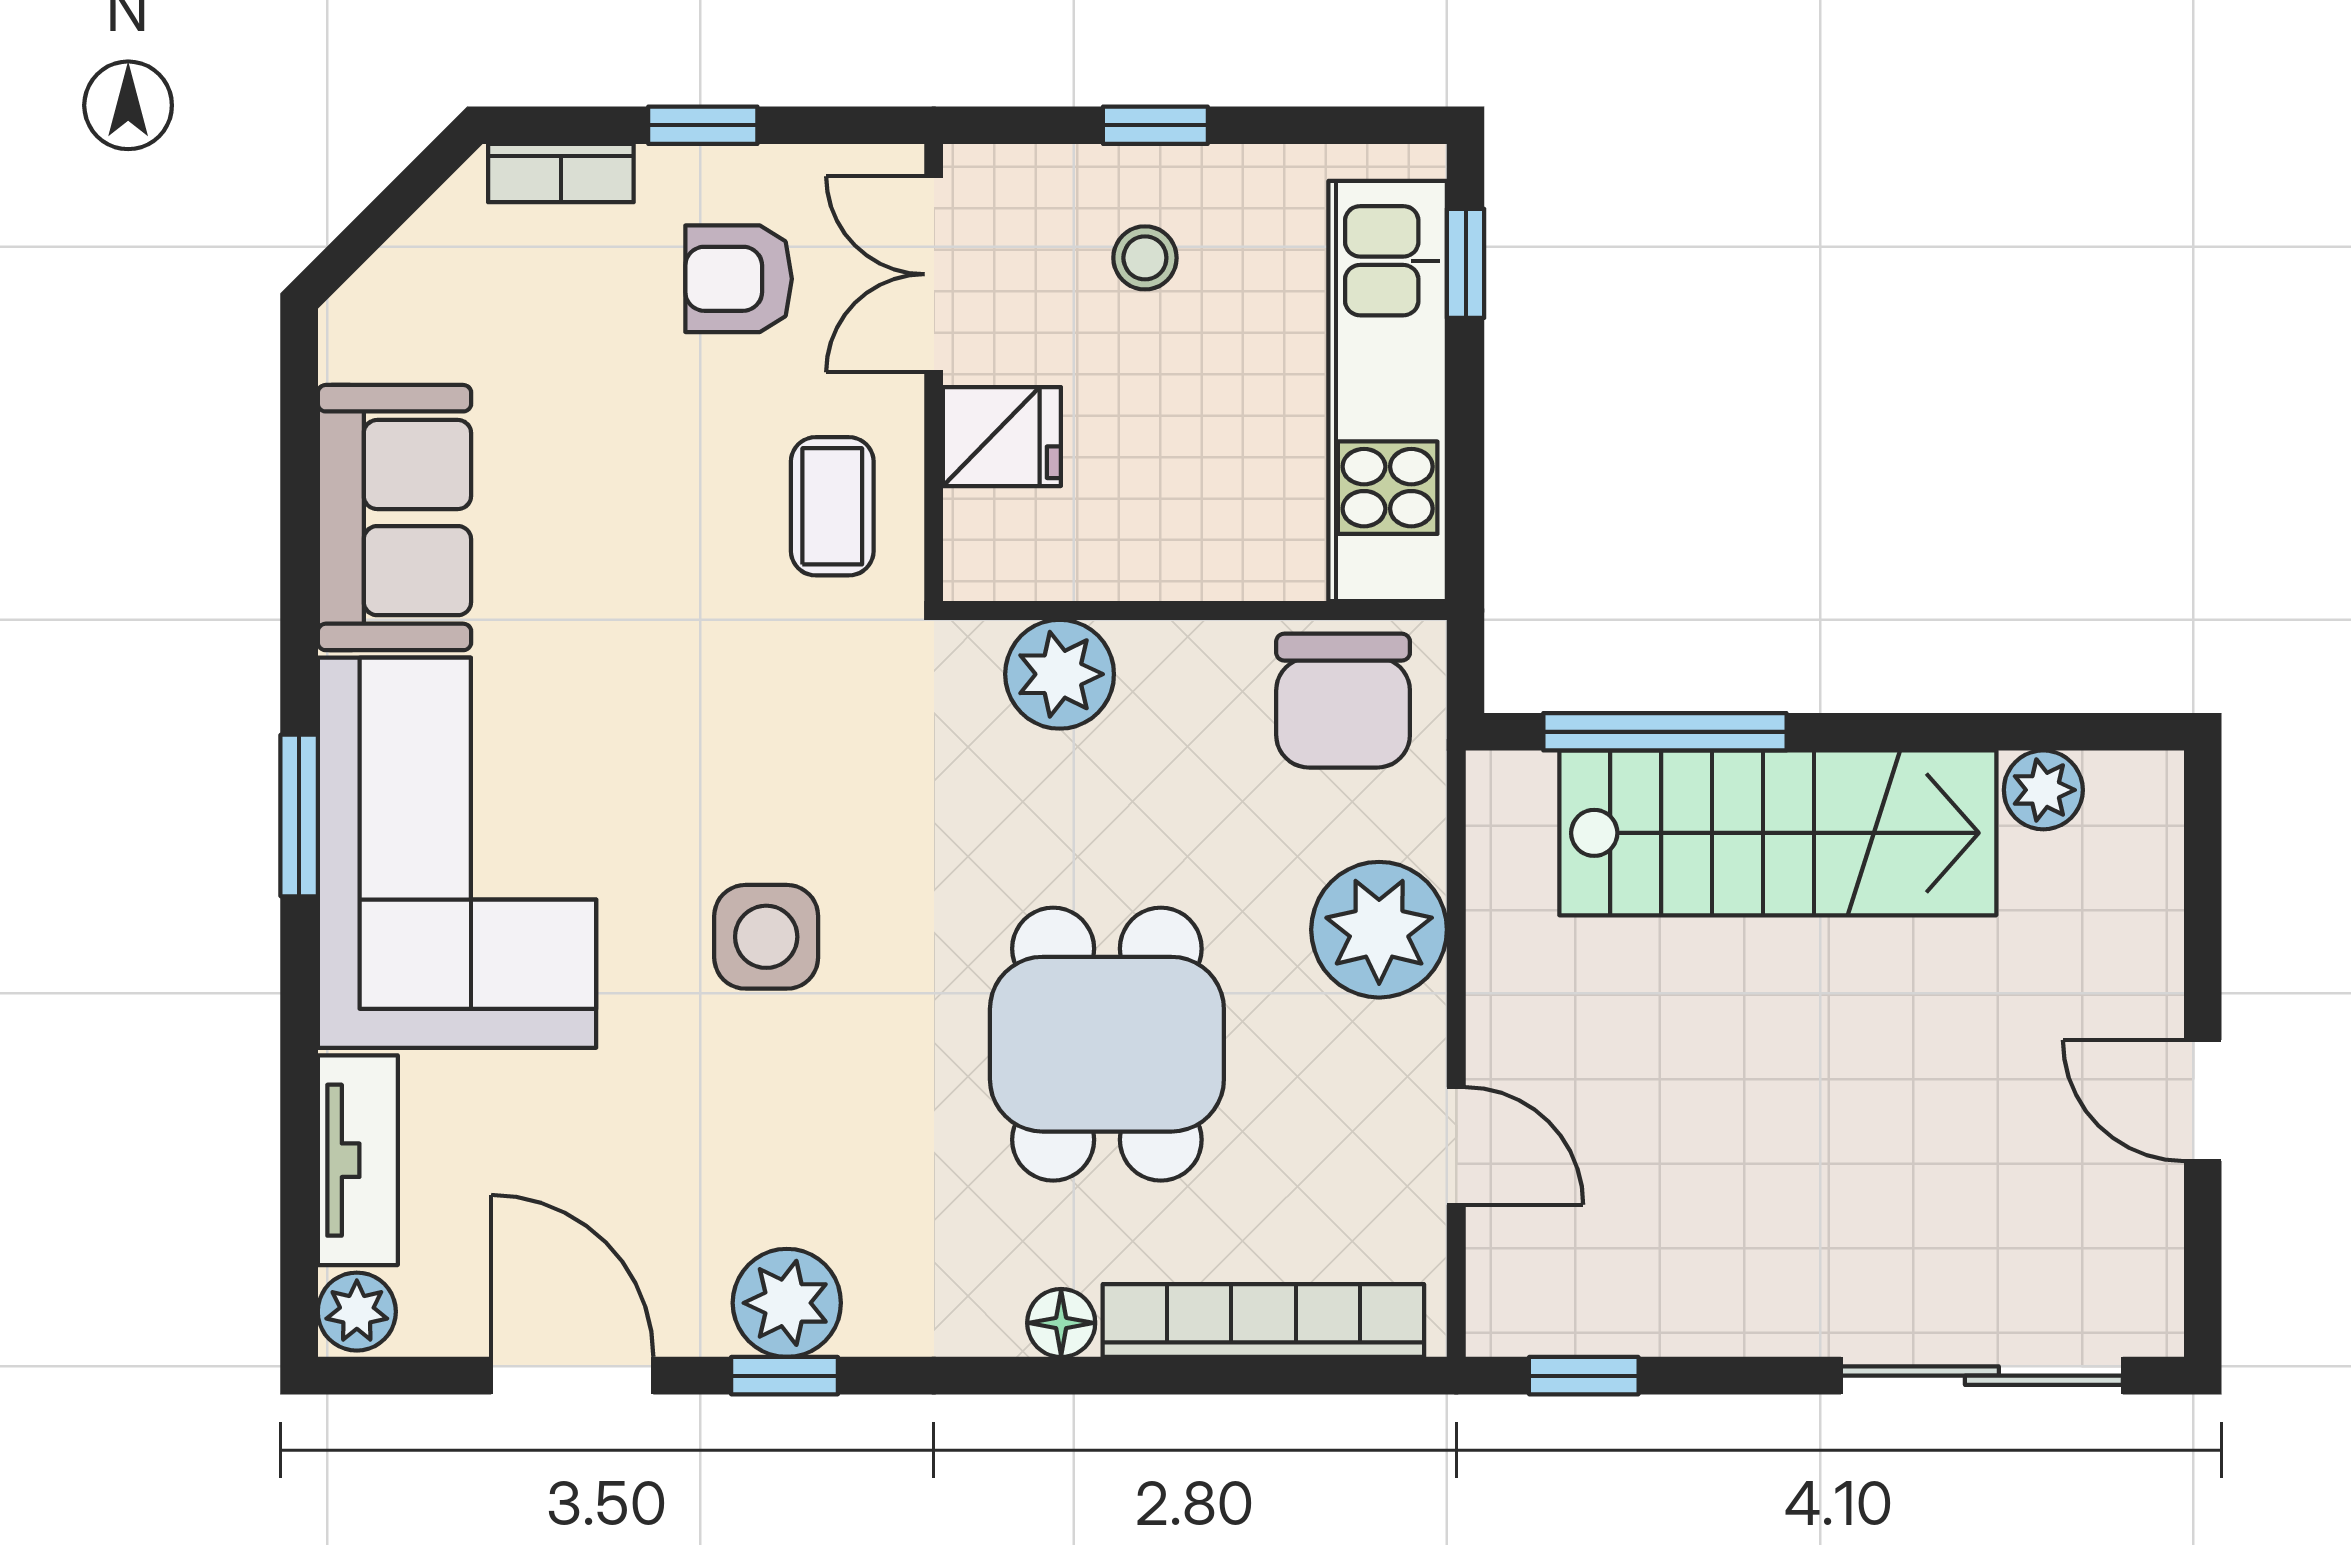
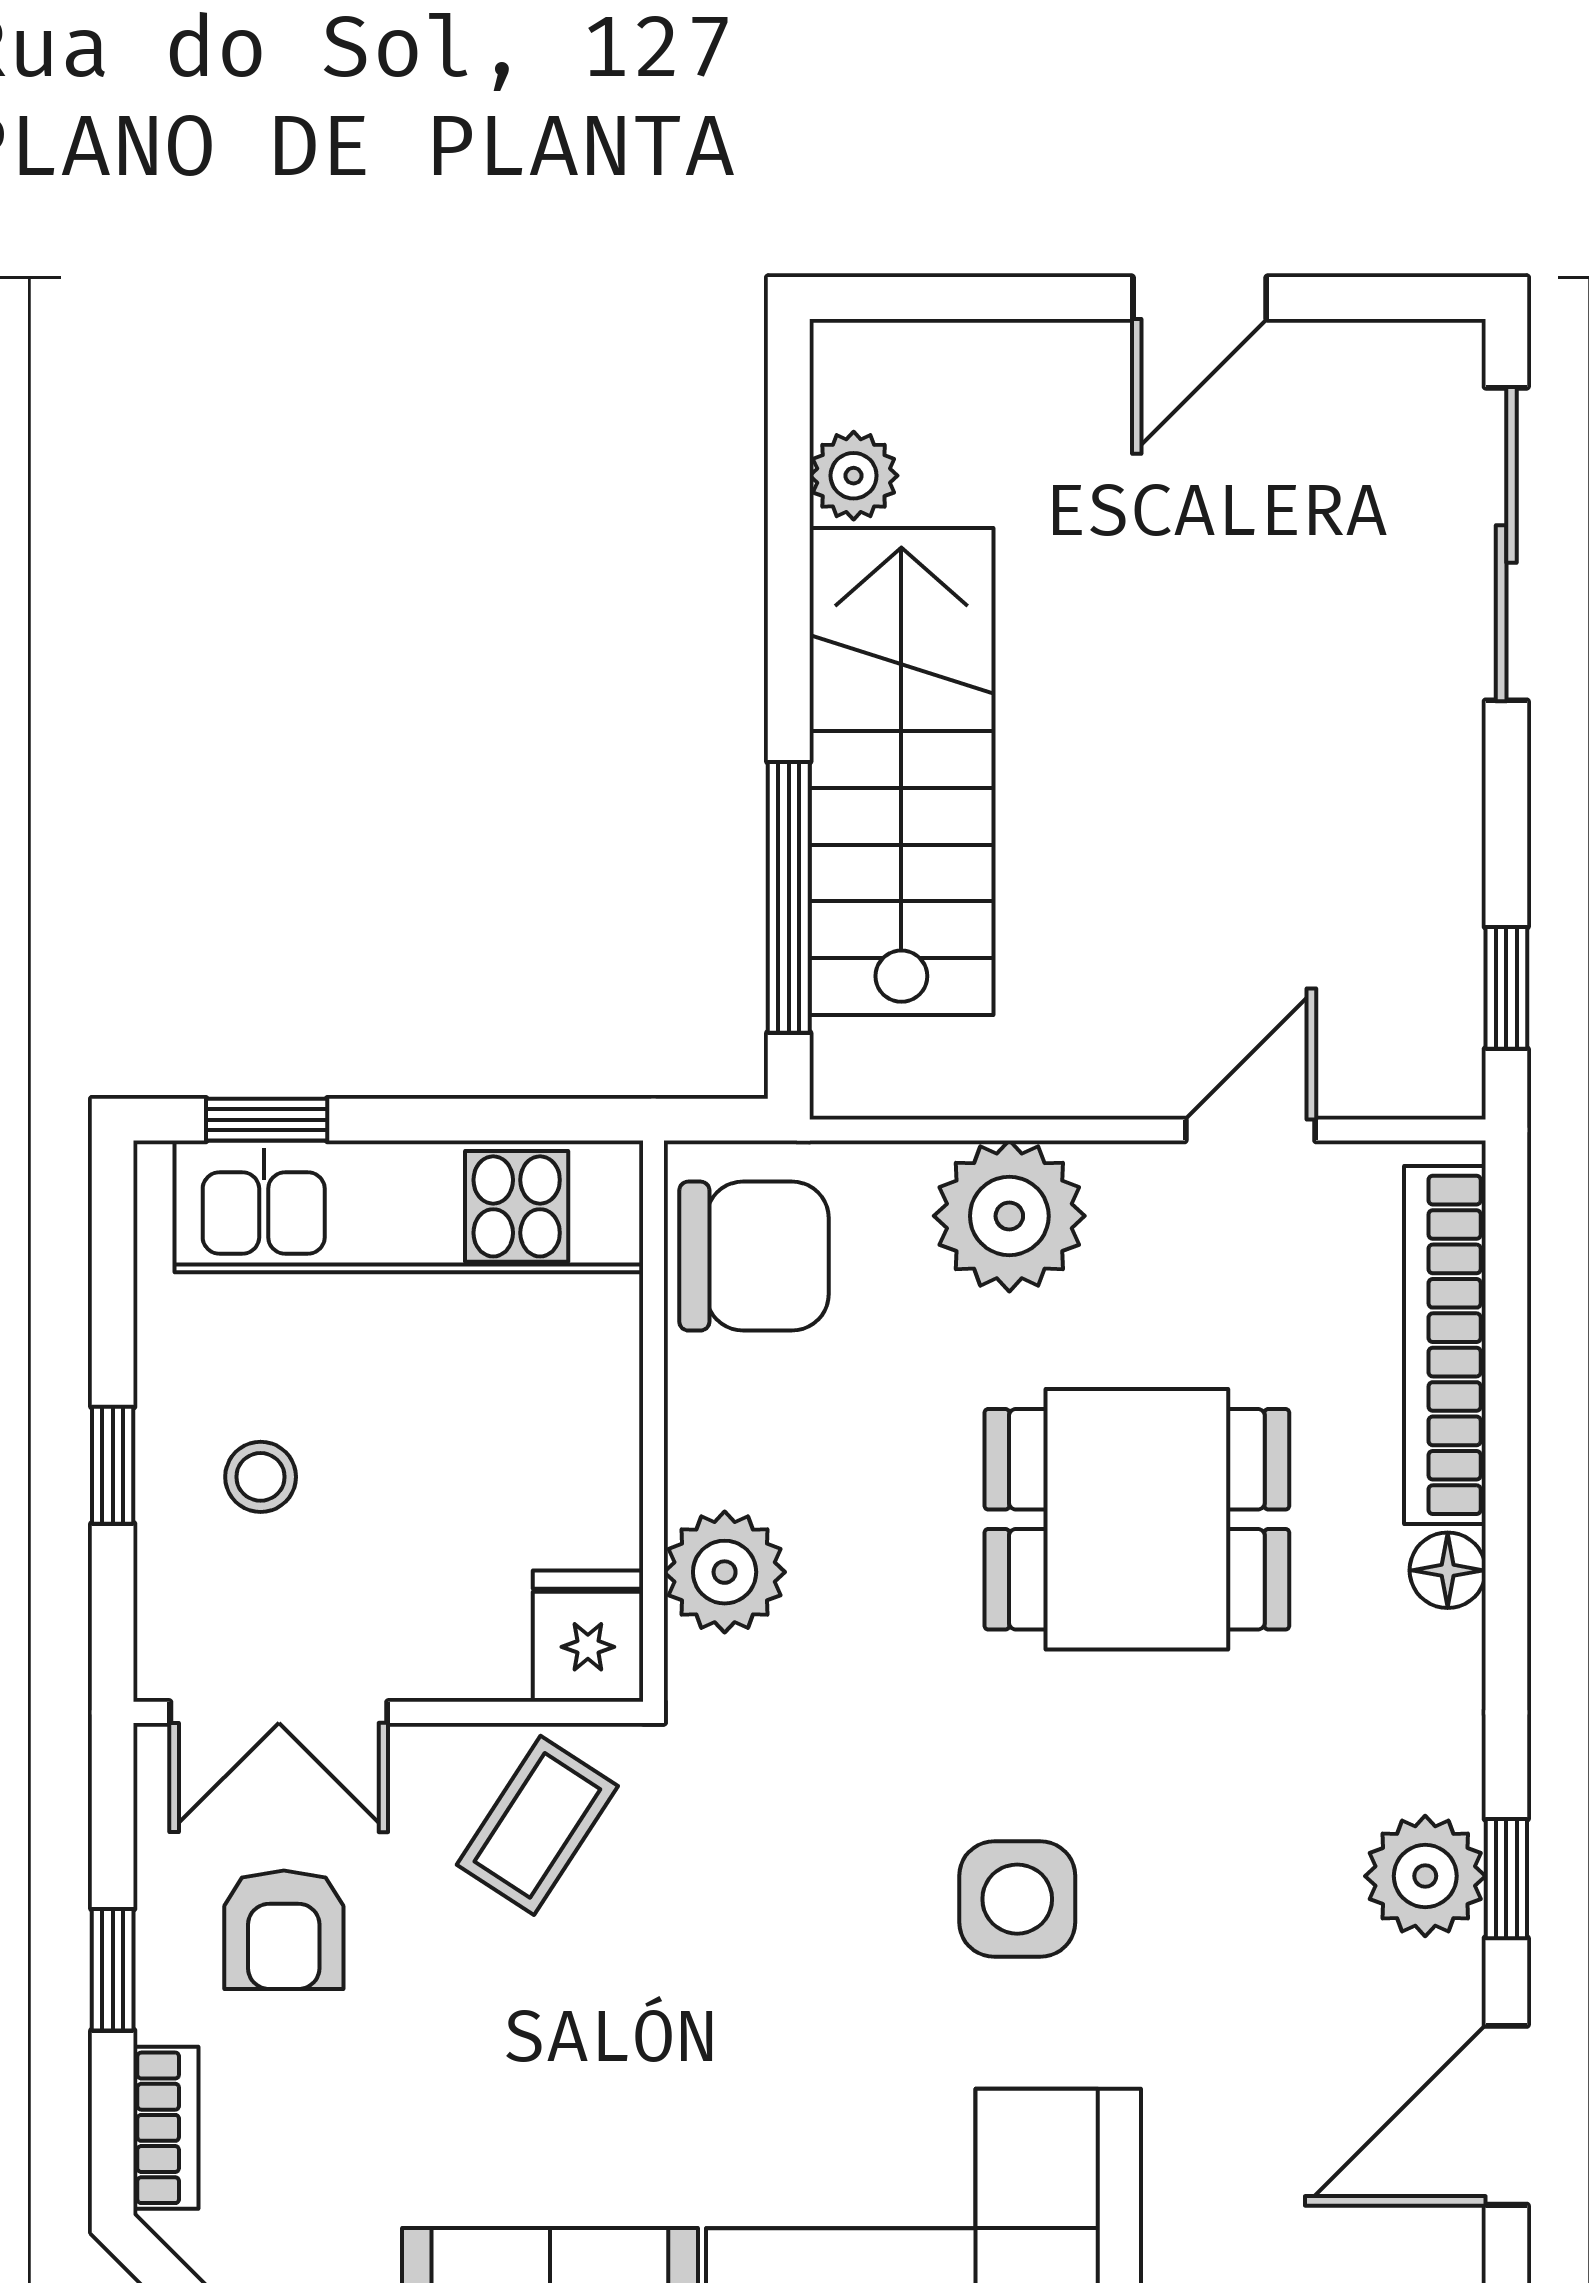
fridge: (1002, 437) -> (588, 1636), moved
coffee table: (832, 506) -> (537, 1825), turned -57

